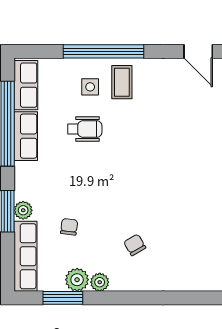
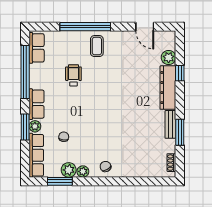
side table: (90, 87) -> (77, 49), removed
wheelchair: (85, 129) -> (73, 75), turned -90
row of seats: (26, 136) -> (37, 104), moved
chair: (135, 245) -> (105, 167), moved

